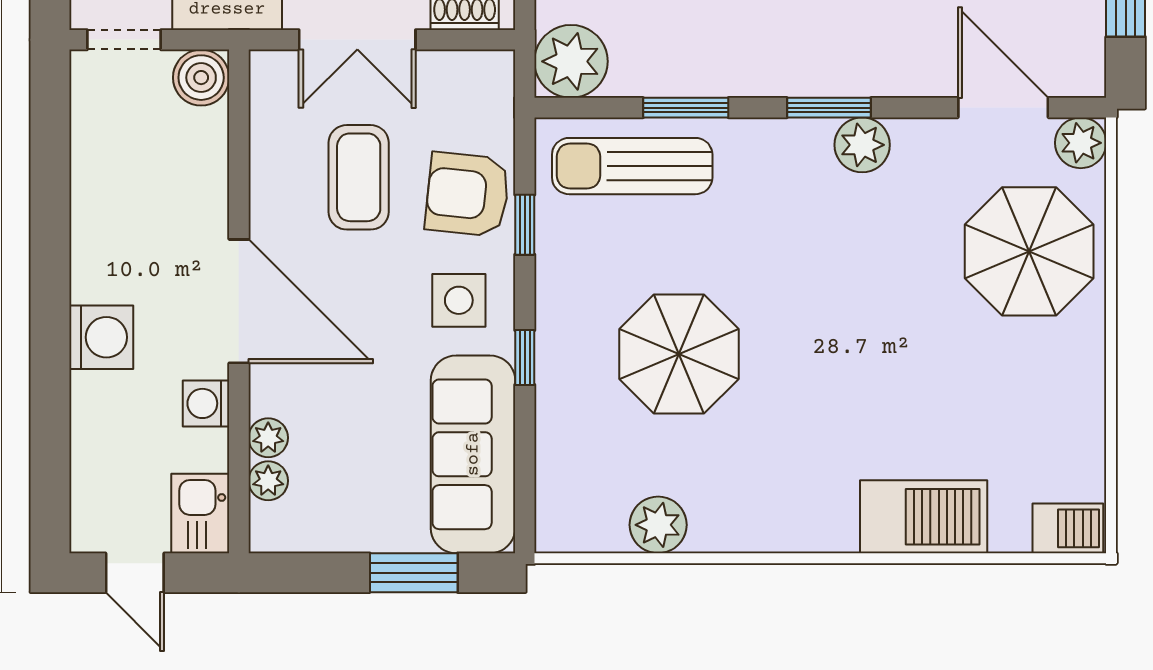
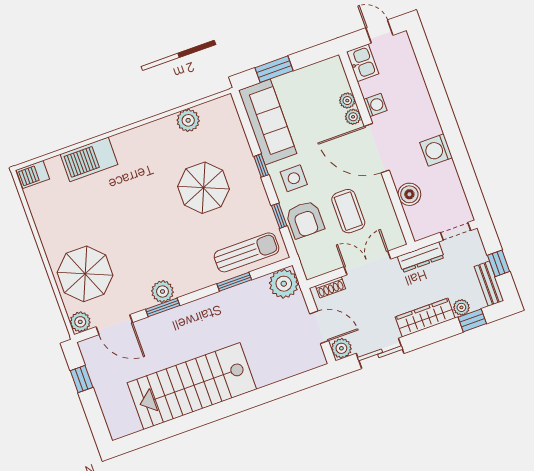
boiler: (201, 78) -> (409, 194), moved
window: (829, 108) -> (163, 307), moved
armchair: (468, 194) -> (305, 219), turned 84
washing machine: (101, 337) -> (436, 150), moved
plant: (268, 481) -> (353, 117), moved

